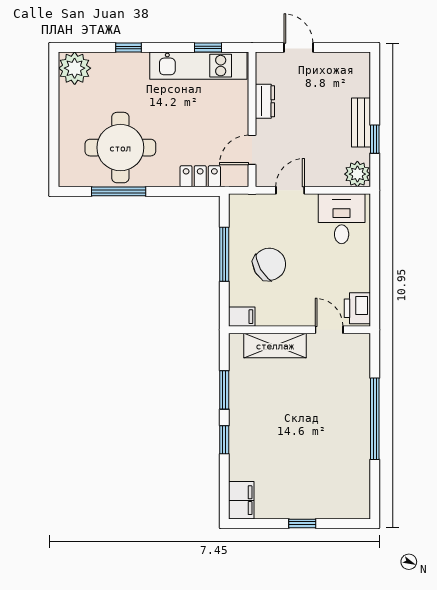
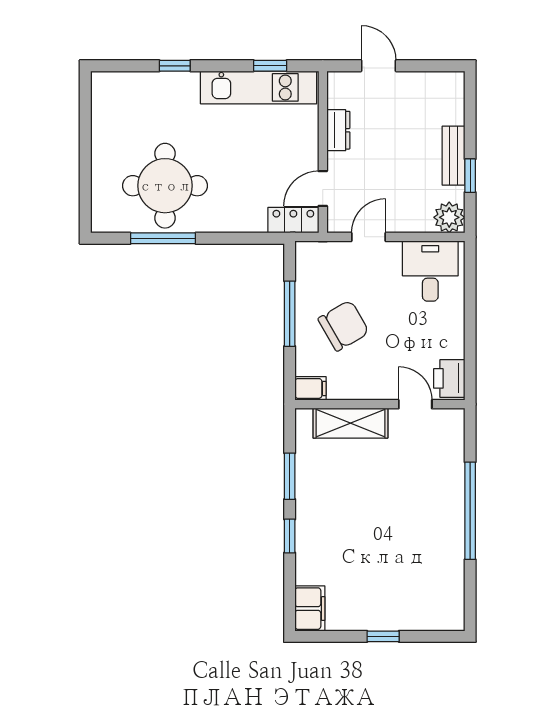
plant: (75, 68) -> (110, 91), removed
locker: (200, 176) -> (293, 220), moved

